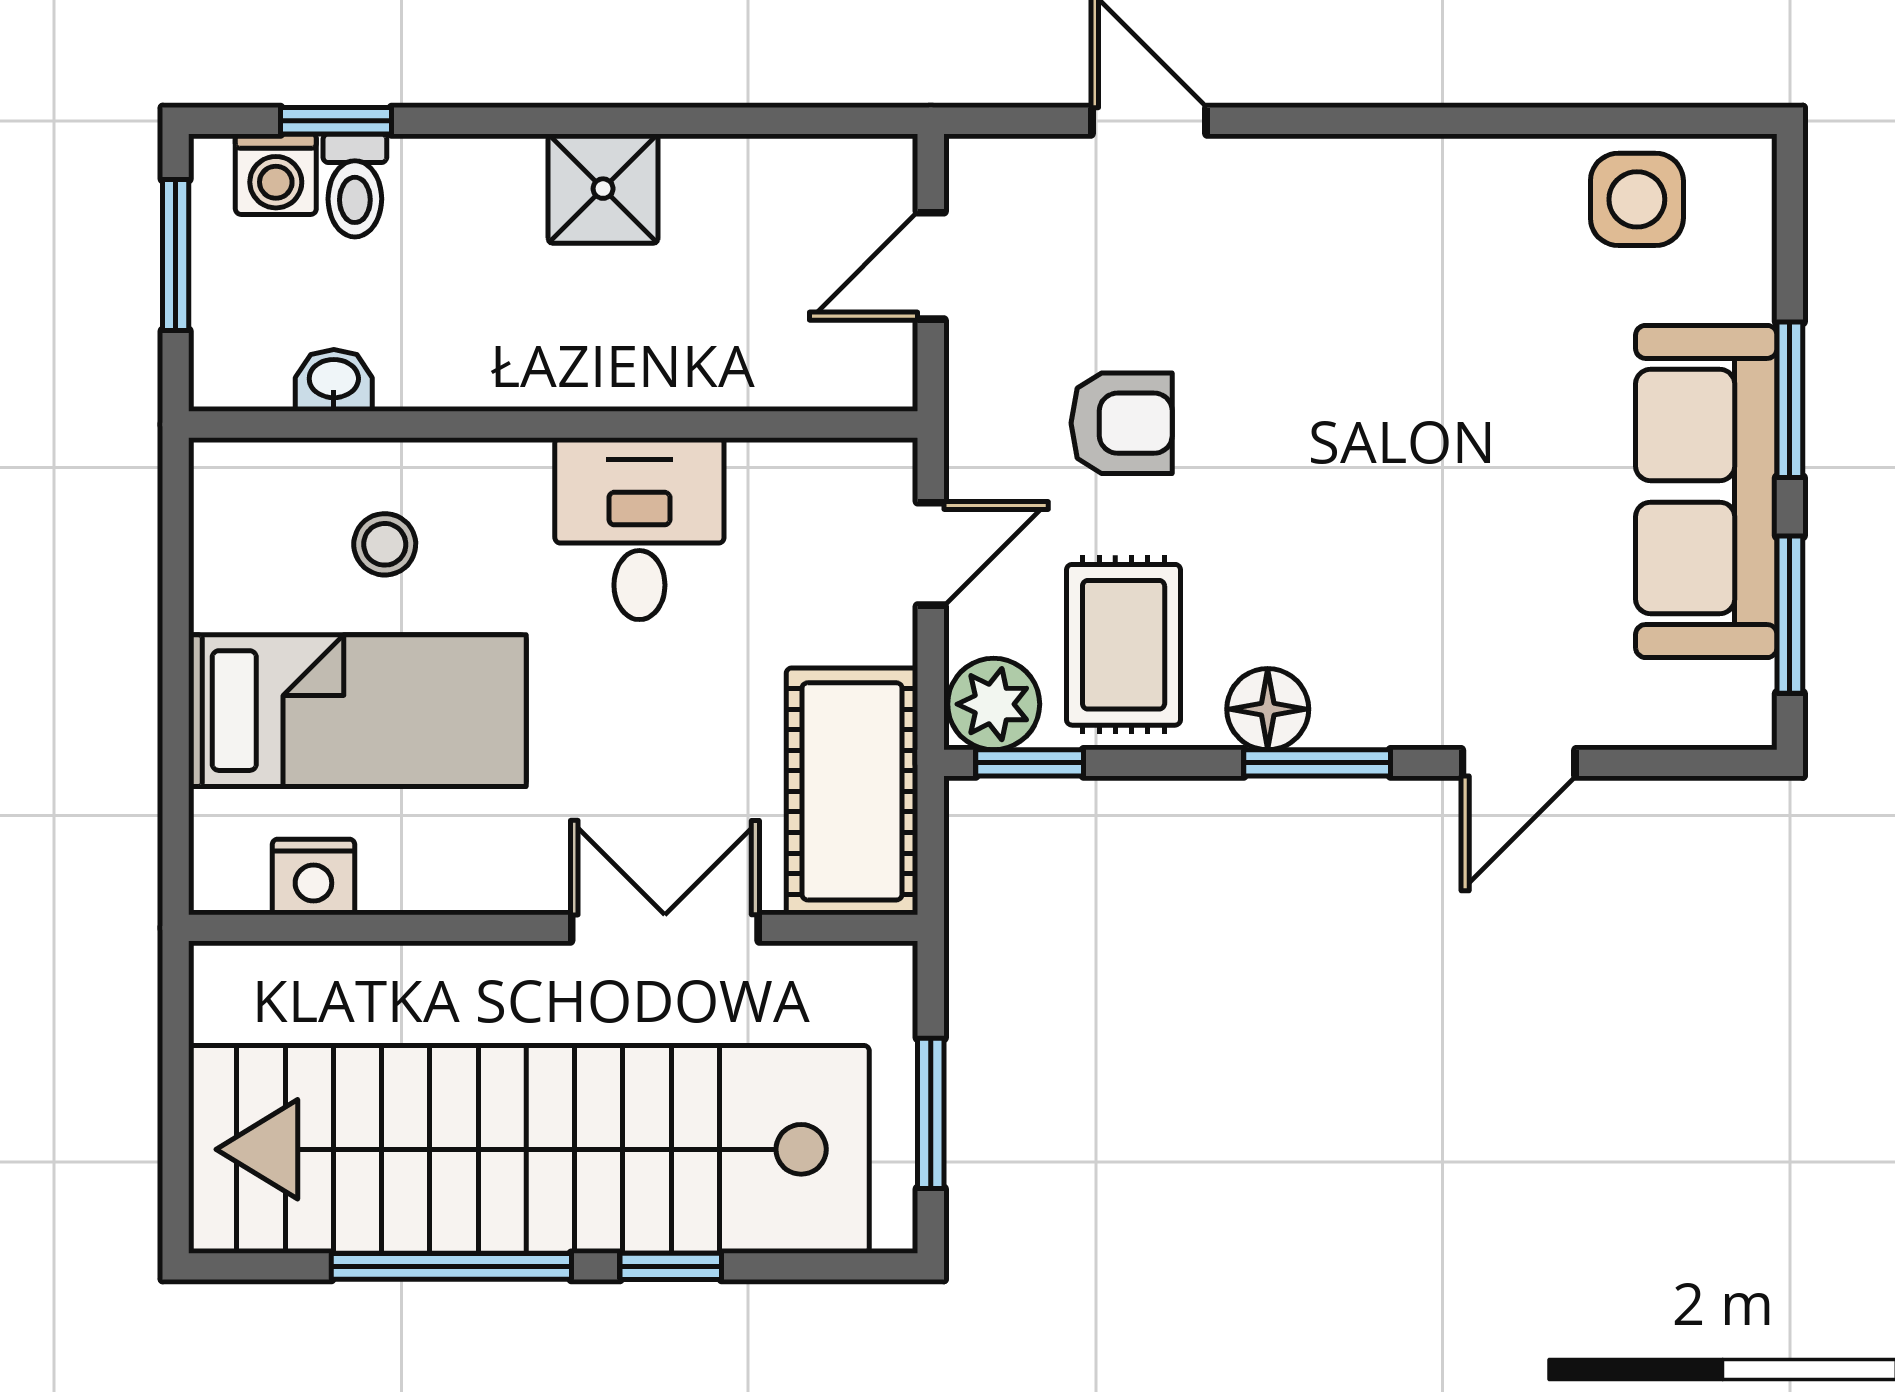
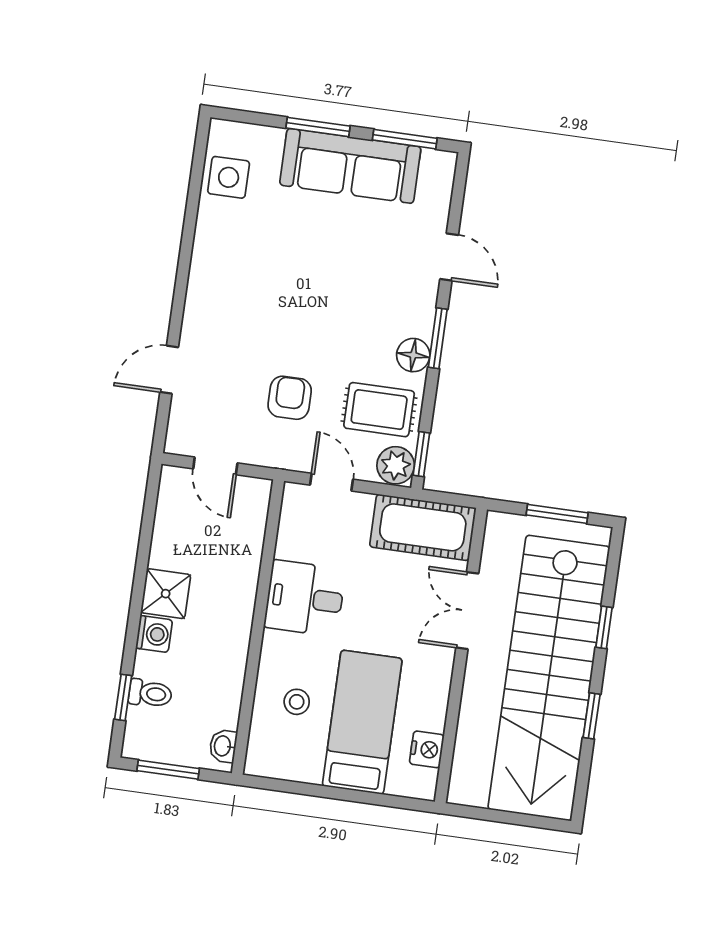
washing machine: (276, 174) -> (154, 634), moved
washbasin: (334, 380) -> (223, 746), moved
window: (451, 1266) -> (592, 716), width x0.46

